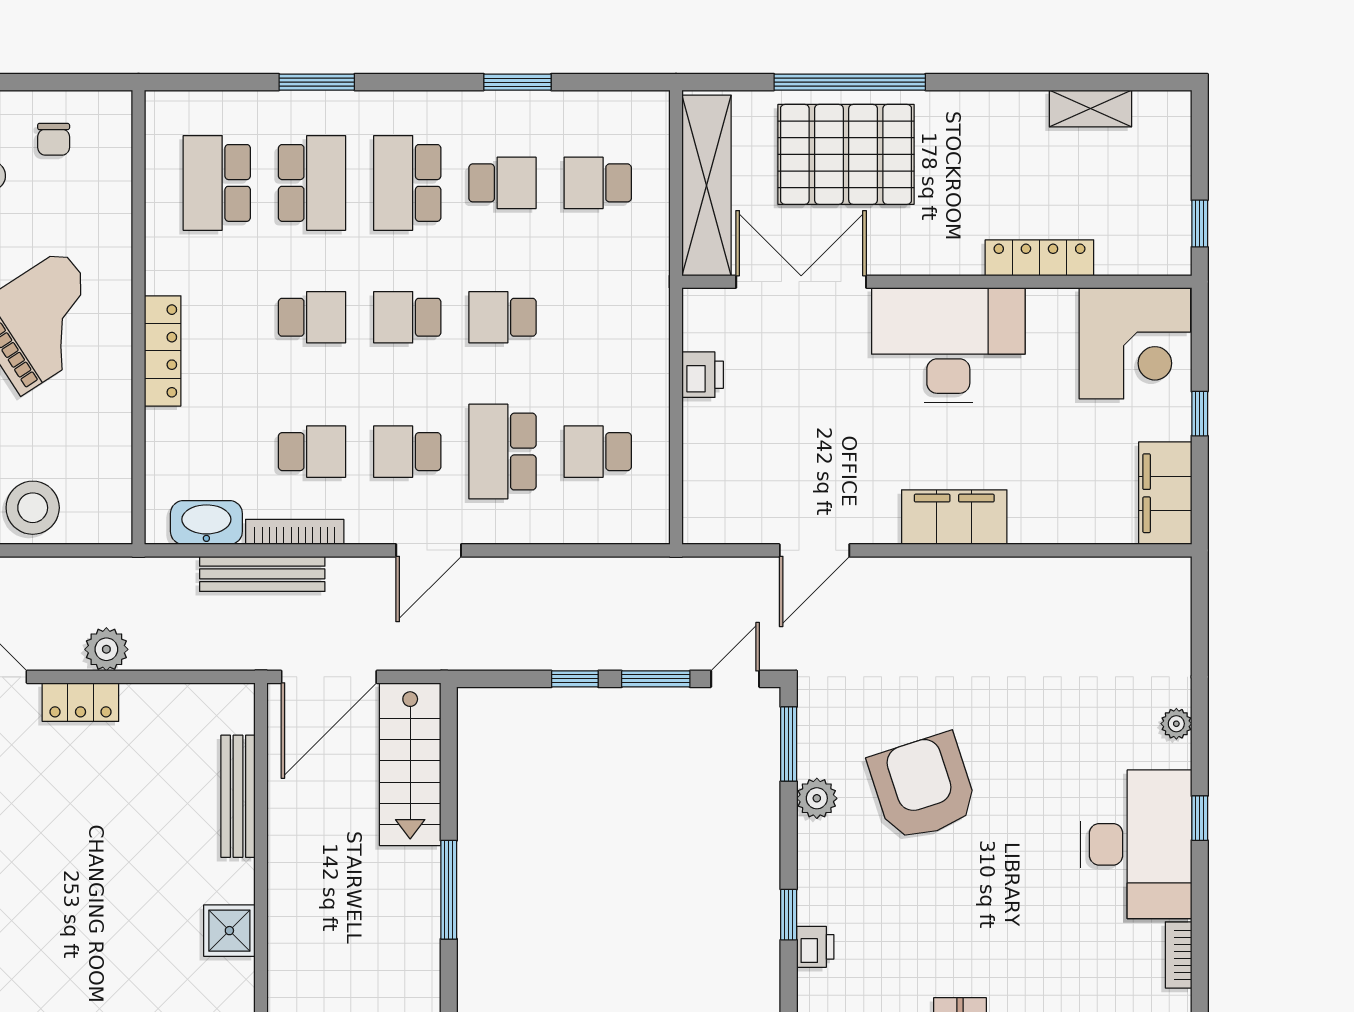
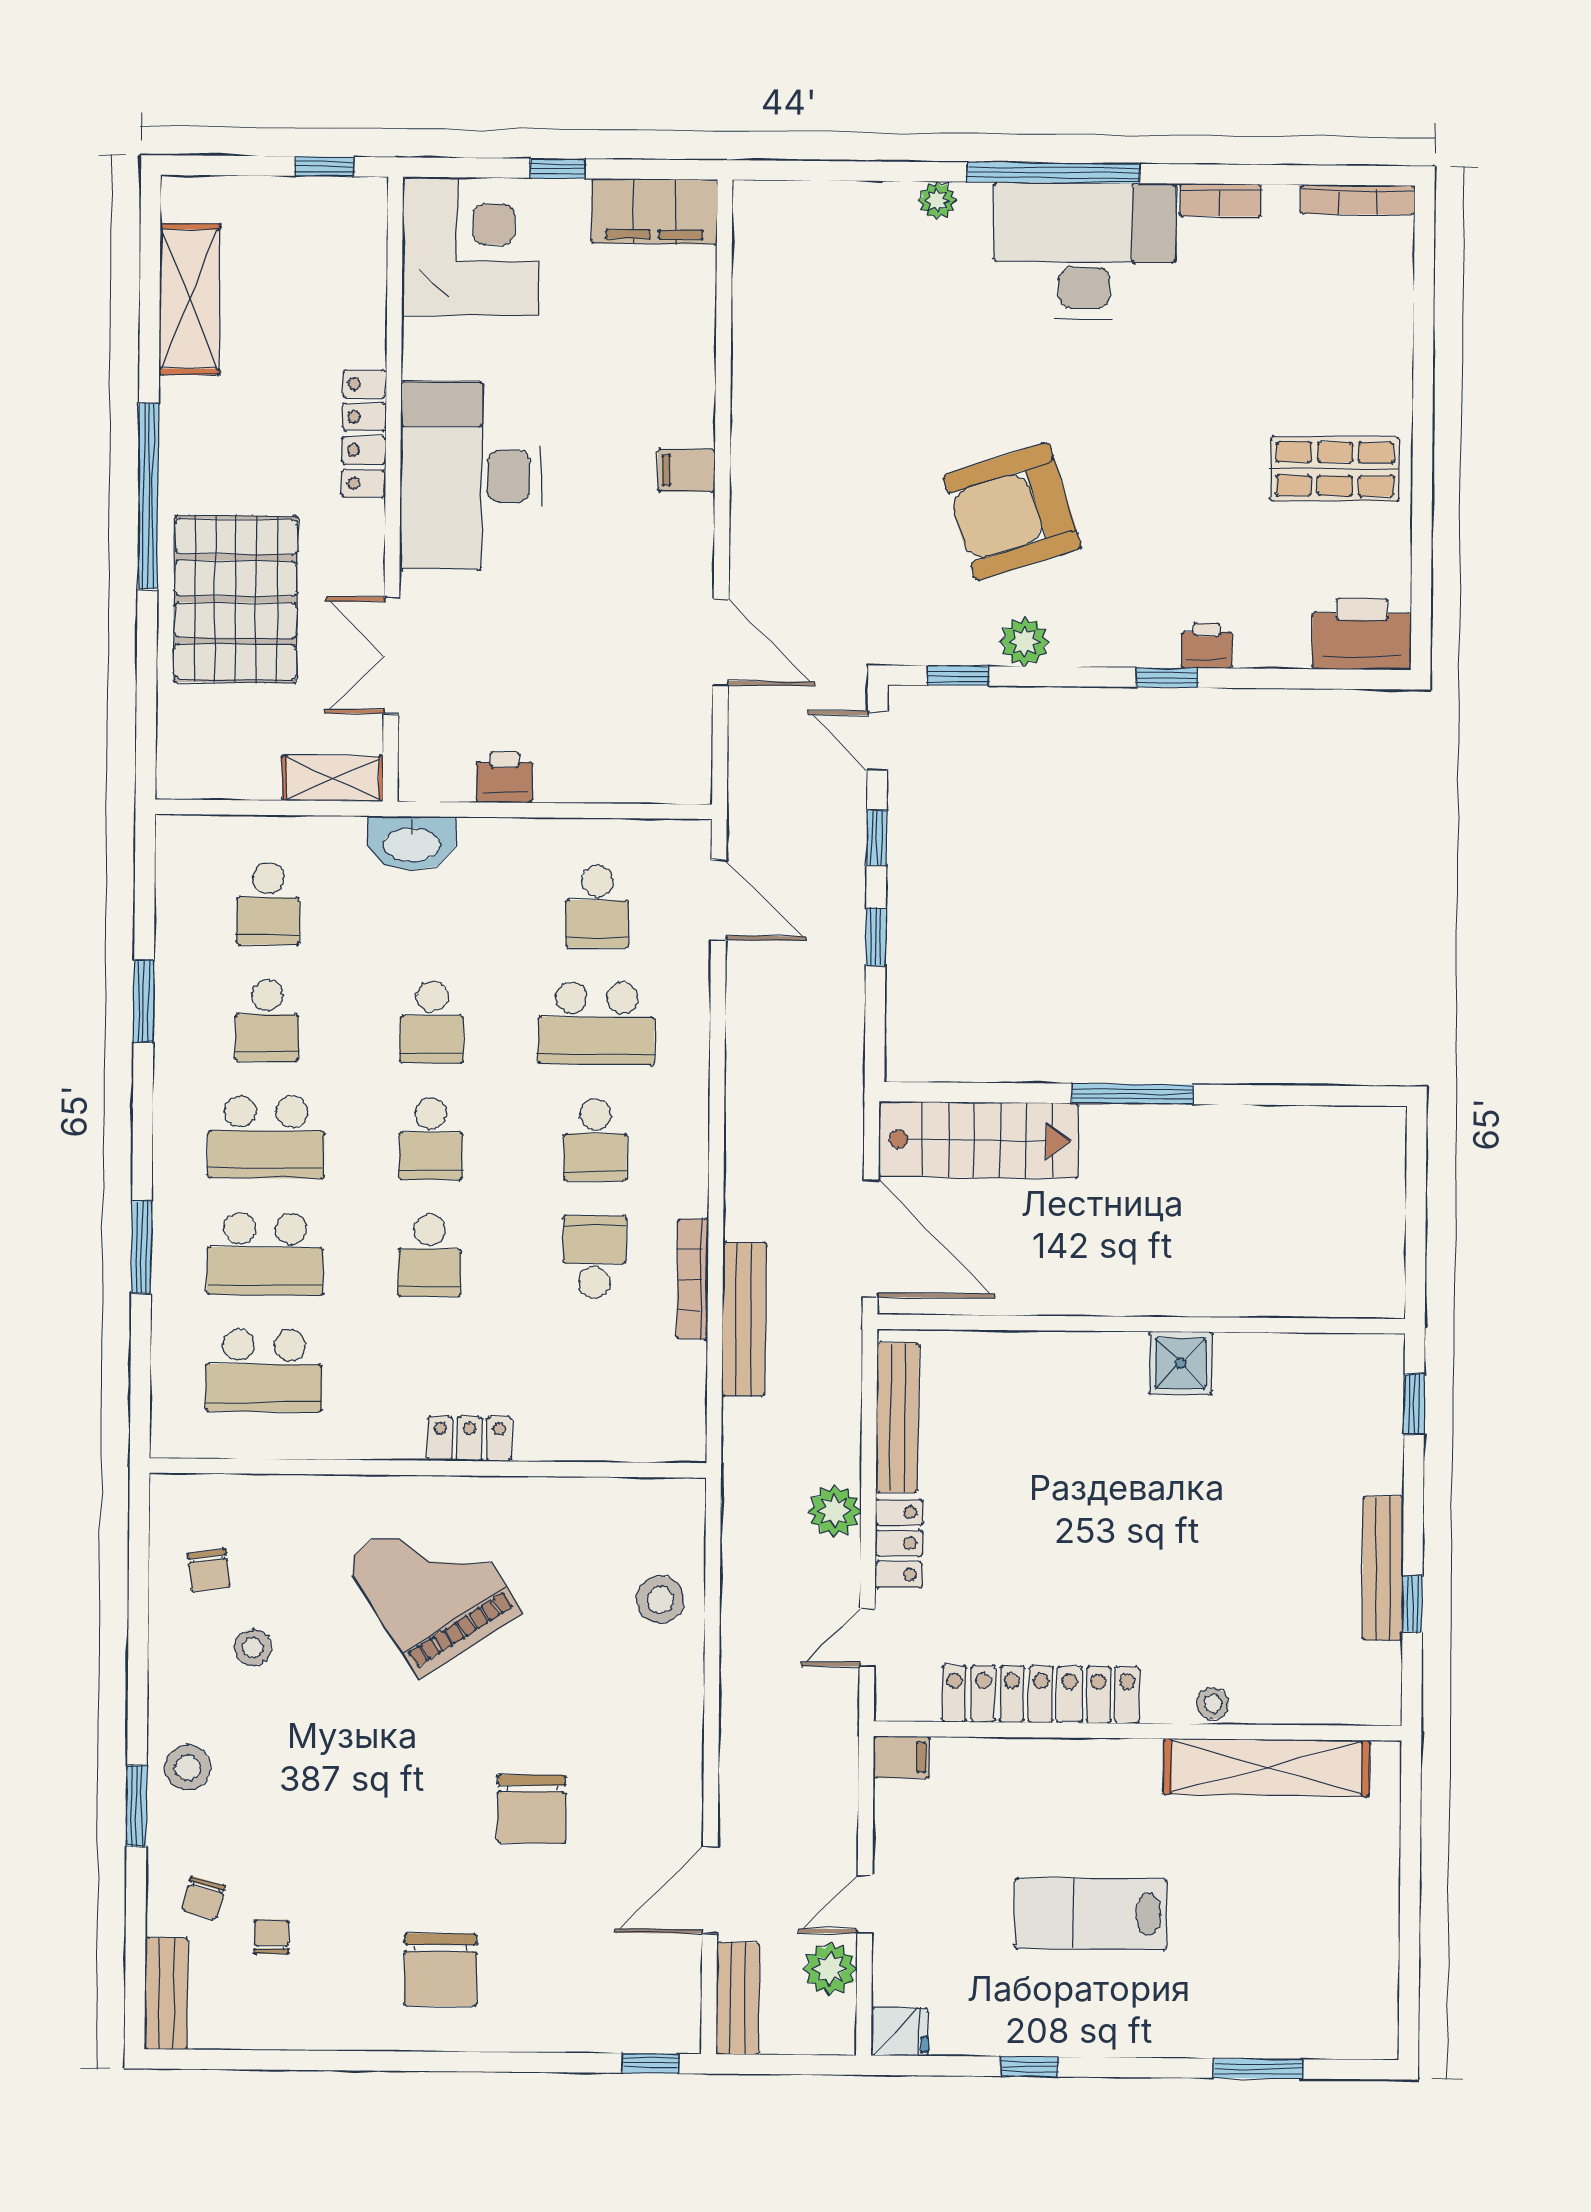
window: (850, 82) -> (148, 496), moved
shelving: (1090, 108) -> (190, 299), width x1.50, depth x1.33
chair: (54, 139) -> (209, 1570), turned 82
school desk: (312, 183) -> (265, 1254), turned 180
school desk: (502, 183) -> (267, 1020), turned 180
shelving: (707, 185) -> (333, 778), width x0.45, depth x0.75
locker: (1039, 258) -> (364, 434), moved
double door: (801, 282) -> (391, 656), width x0.73
school desk: (312, 317) -> (430, 1255), turned 180
locker: (163, 351) -> (469, 1439), width x0.66
stool: (33, 508) -> (660, 1600), width x0.73, depth x0.73
filing cabinet: (954, 517) -> (686, 470), width x0.33, depth x0.86
washbasin: (206, 523) -> (412, 843), moved, turned -90
door: (429, 550) -> (719, 900), moved
window: (656, 679) -> (877, 838), width x0.67
window: (789, 744) -> (958, 676), width x0.67
bench: (238, 796) -> (897, 1418), moved, turned 90
window: (1200, 818) -> (1053, 173), width x3.17

